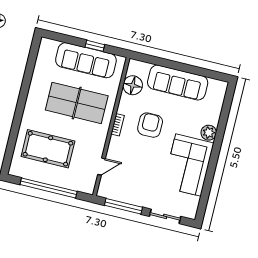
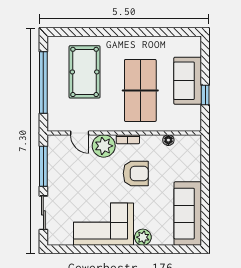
sofa: (86, 60) -> (188, 81), width x0.73
sofa: (178, 83) -> (188, 214), moved
floor lamp: (133, 85) -> (168, 140), width x0.53, depth x0.53
plant: (118, 148) -> (104, 146), added

